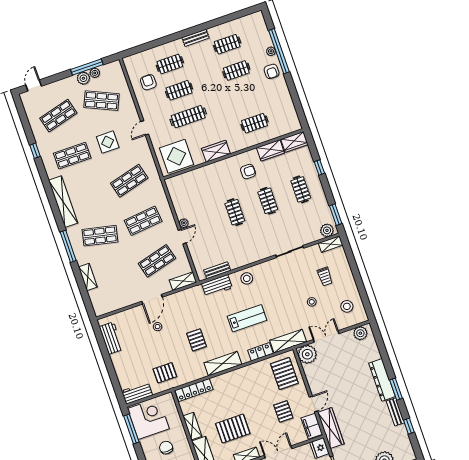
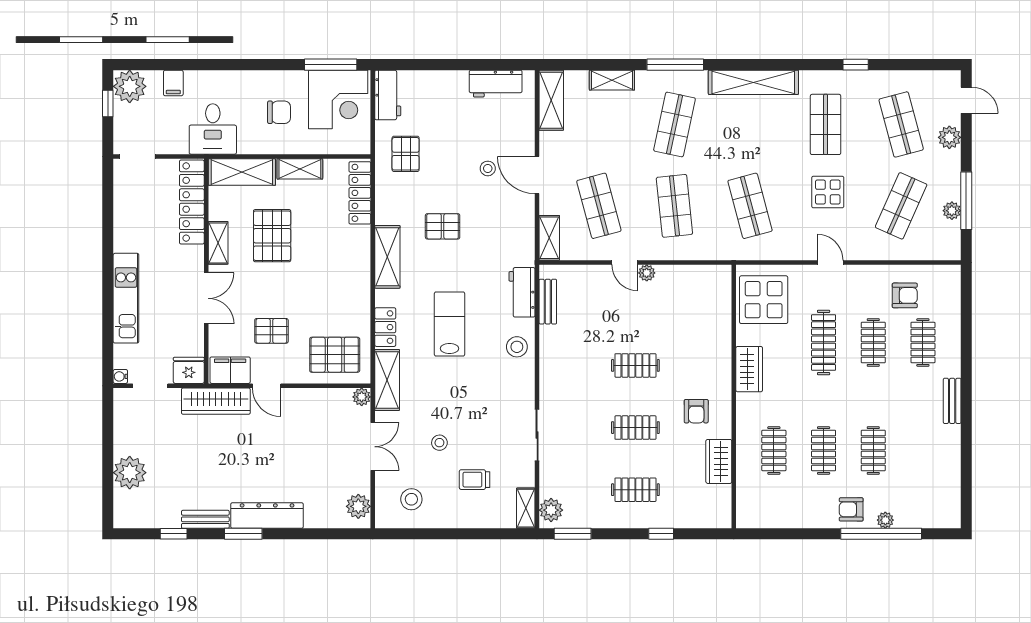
clothes rail: (227, 44) -> (824, 450), moved
plant: (83, 78) -> (949, 137), moved
wardrobe: (294, 142) -> (719, 507), removed
shelving: (110, 305) -> (551, 100), added
lab bench: (247, 318) -> (450, 324), turned 180
plant: (307, 354) -> (362, 397), width x0.53, depth x0.53

